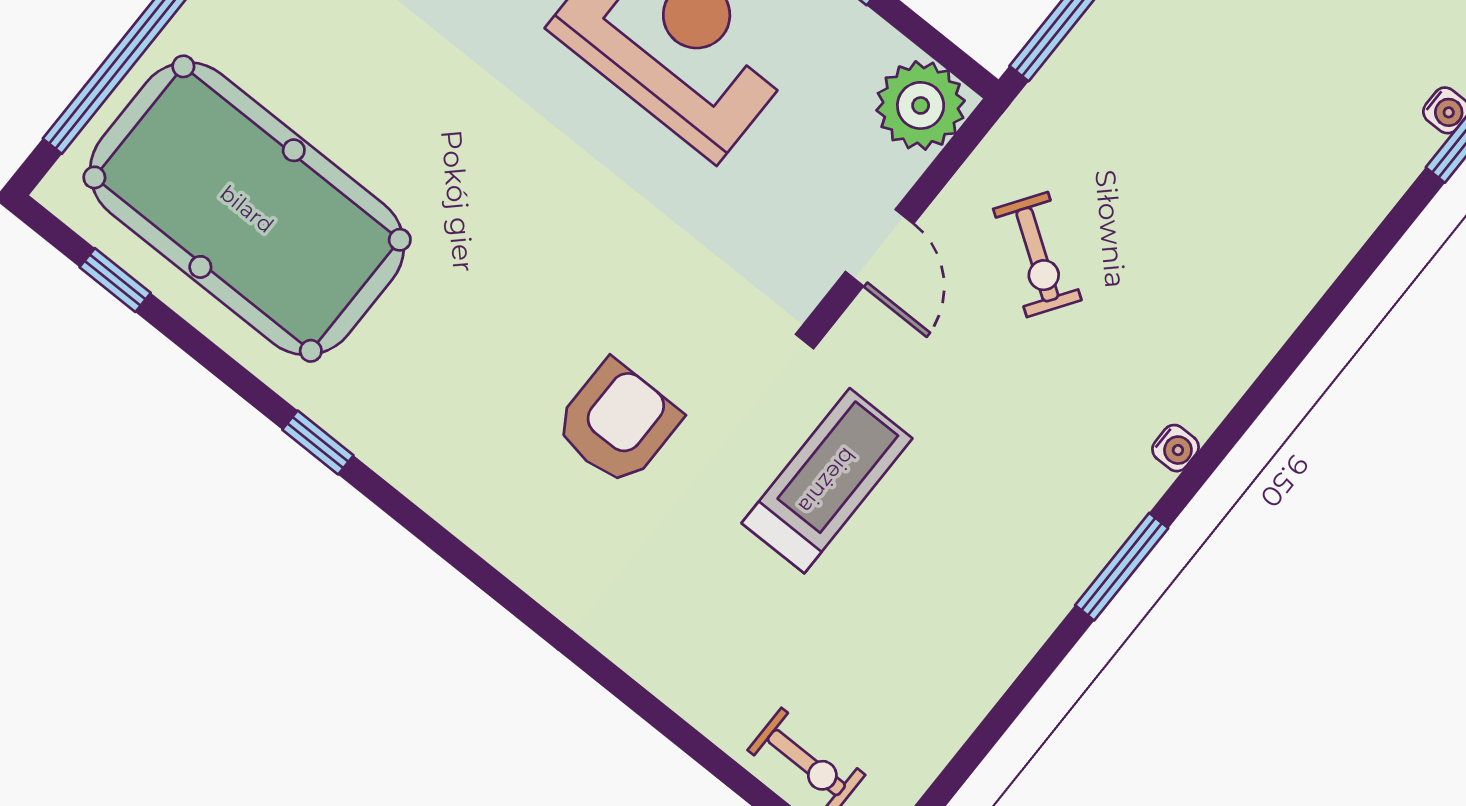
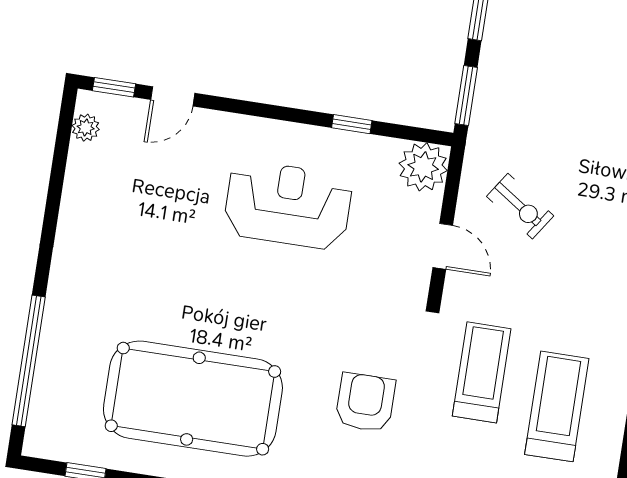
pool table: (247, 209) -> (193, 399), moved
treadmill: (914, 602) -> (557, 406), added

